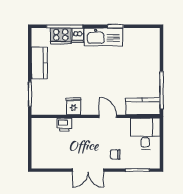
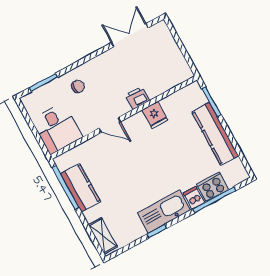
shelving: (154, 43) -> (103, 236), added
kitchen counter: (39, 63) -> (215, 134), width x1.50
kitchen counter: (143, 106) -> (81, 188), moved, turned -90
printer: (64, 125) -> (137, 98), moved
double door: (88, 170) -> (130, 35), moved

